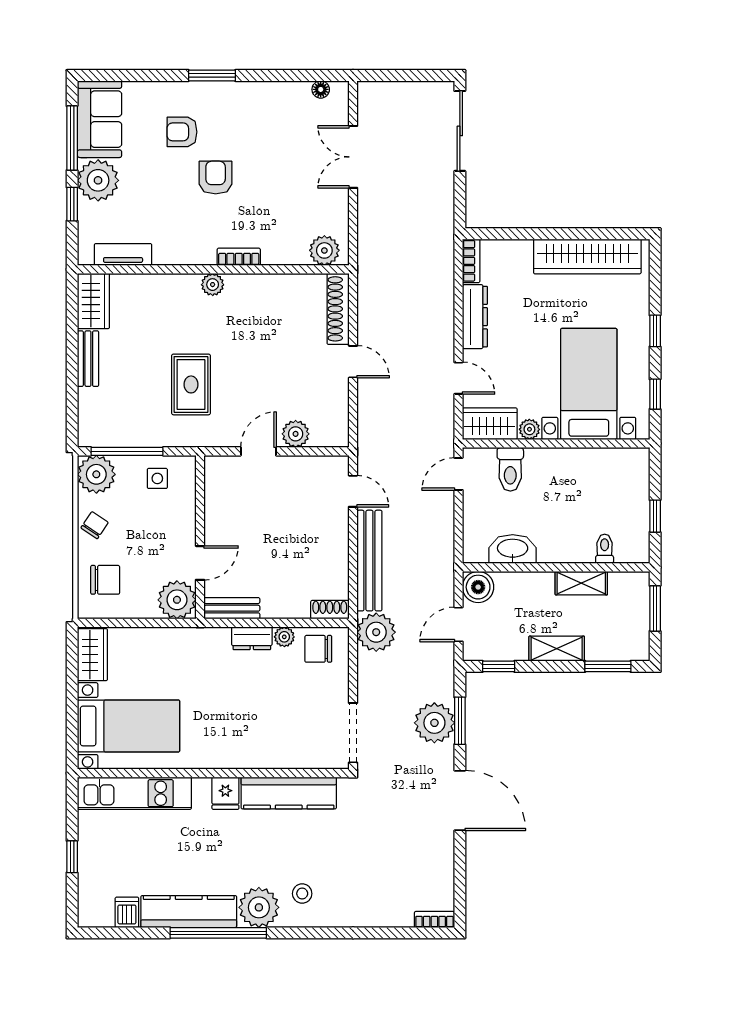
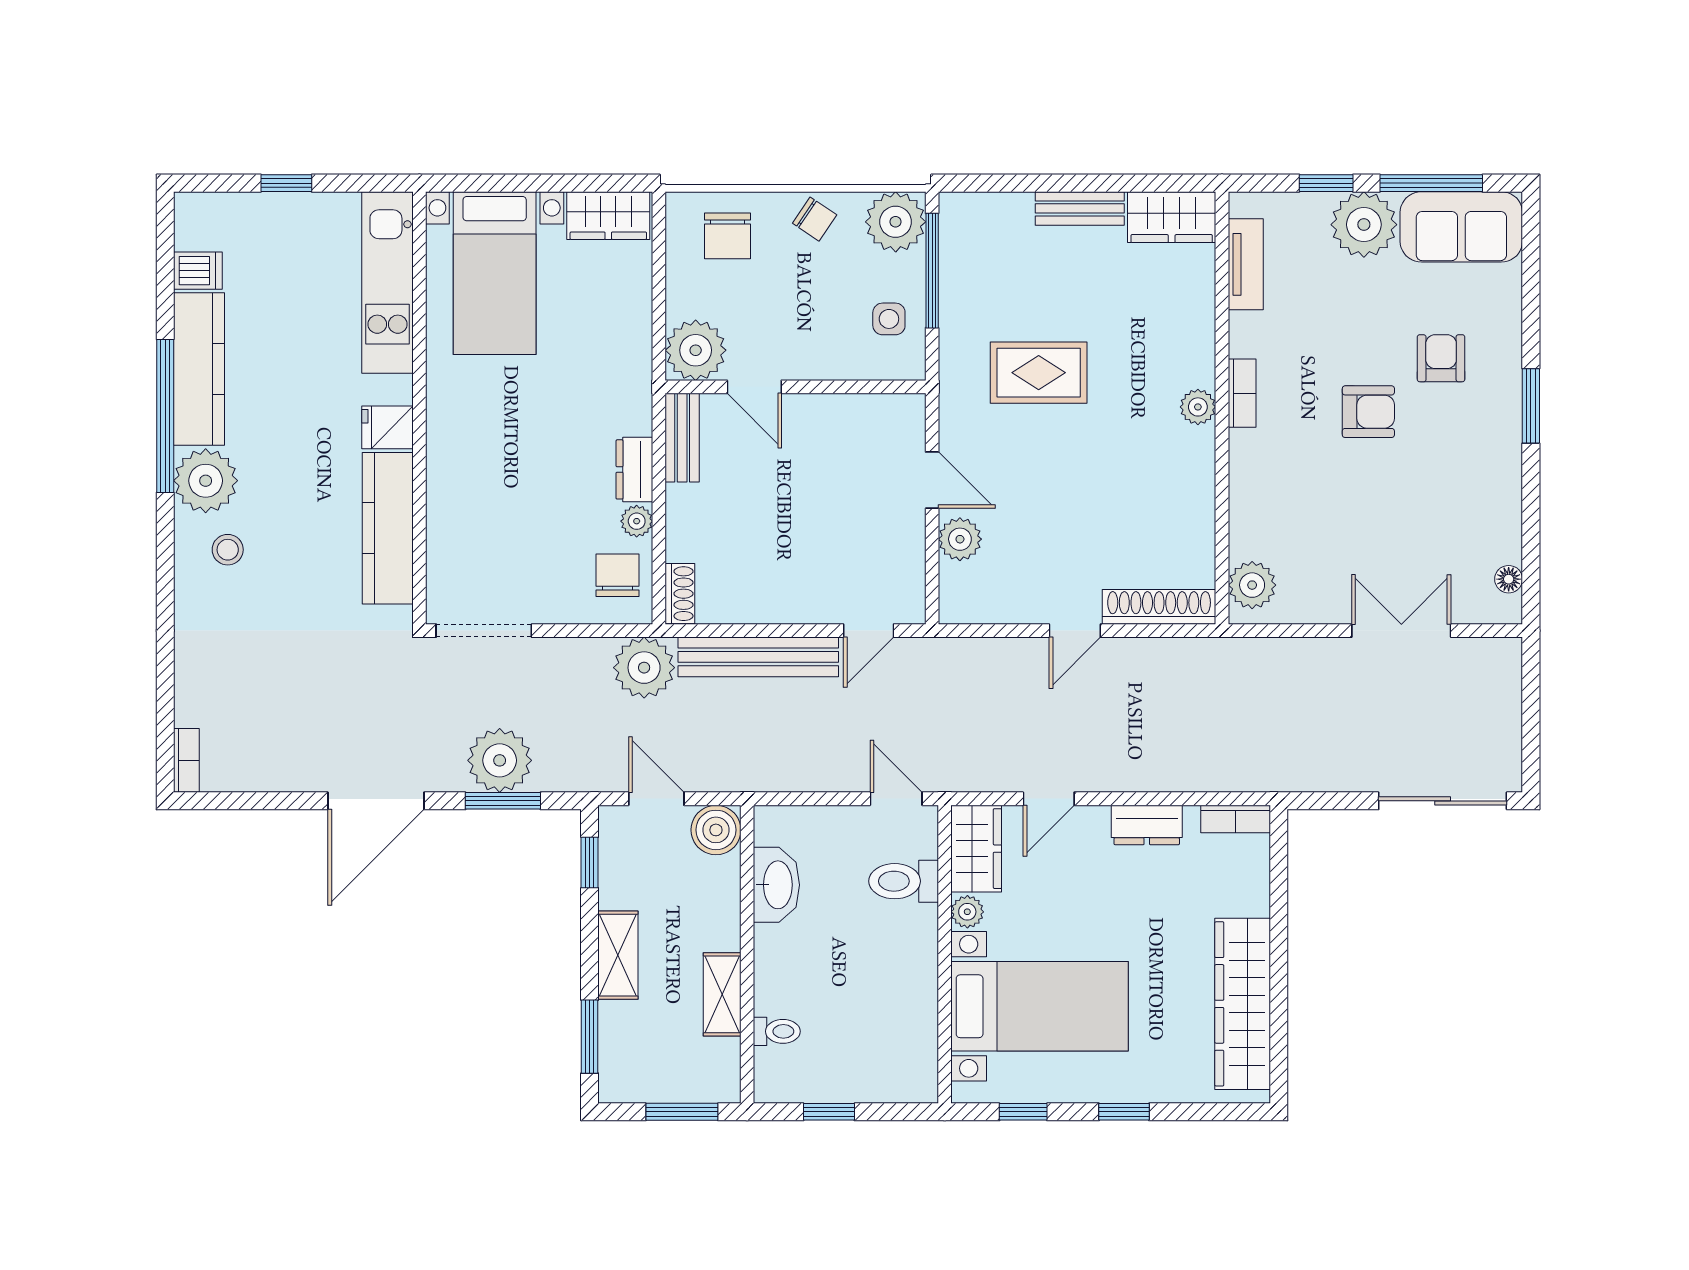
bookcase: (239, 257) -> (1242, 393), moved
dresser: (475, 317) -> (1147, 825), width x0.70

